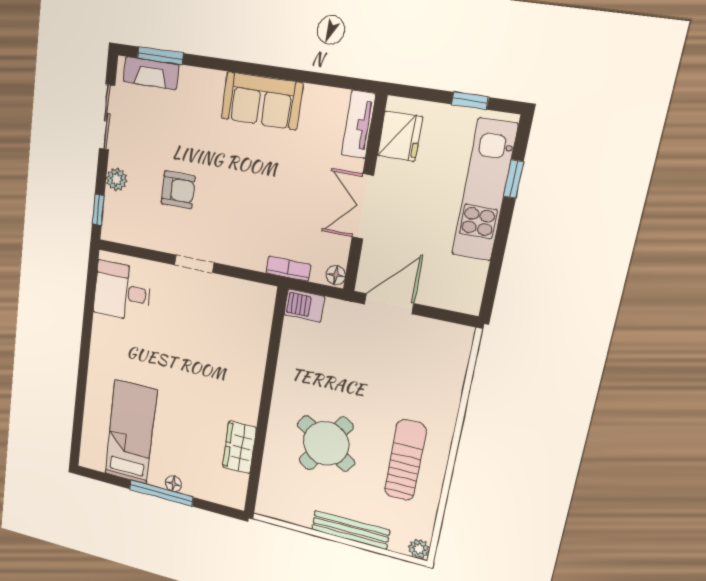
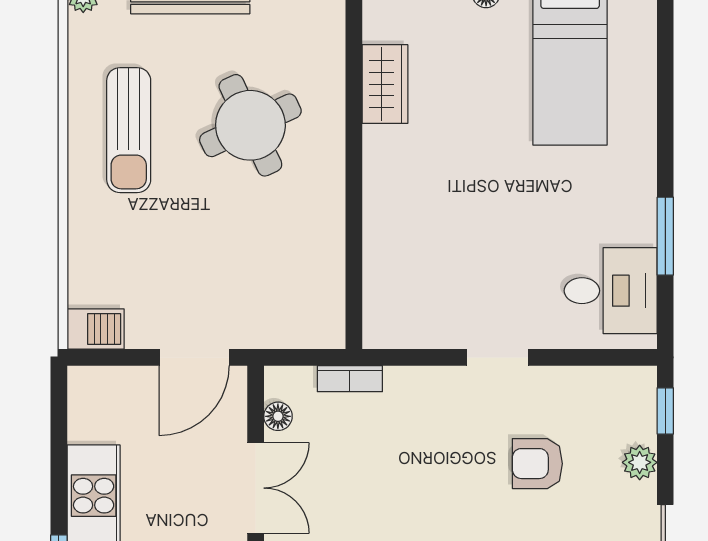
floor lamp: (336, 275) -> (278, 416), moved
barbecue: (304, 306) -> (96, 329), moved
window: (88, 318) -> (665, 236), added
round table: (326, 444) -> (250, 125), turned 32

